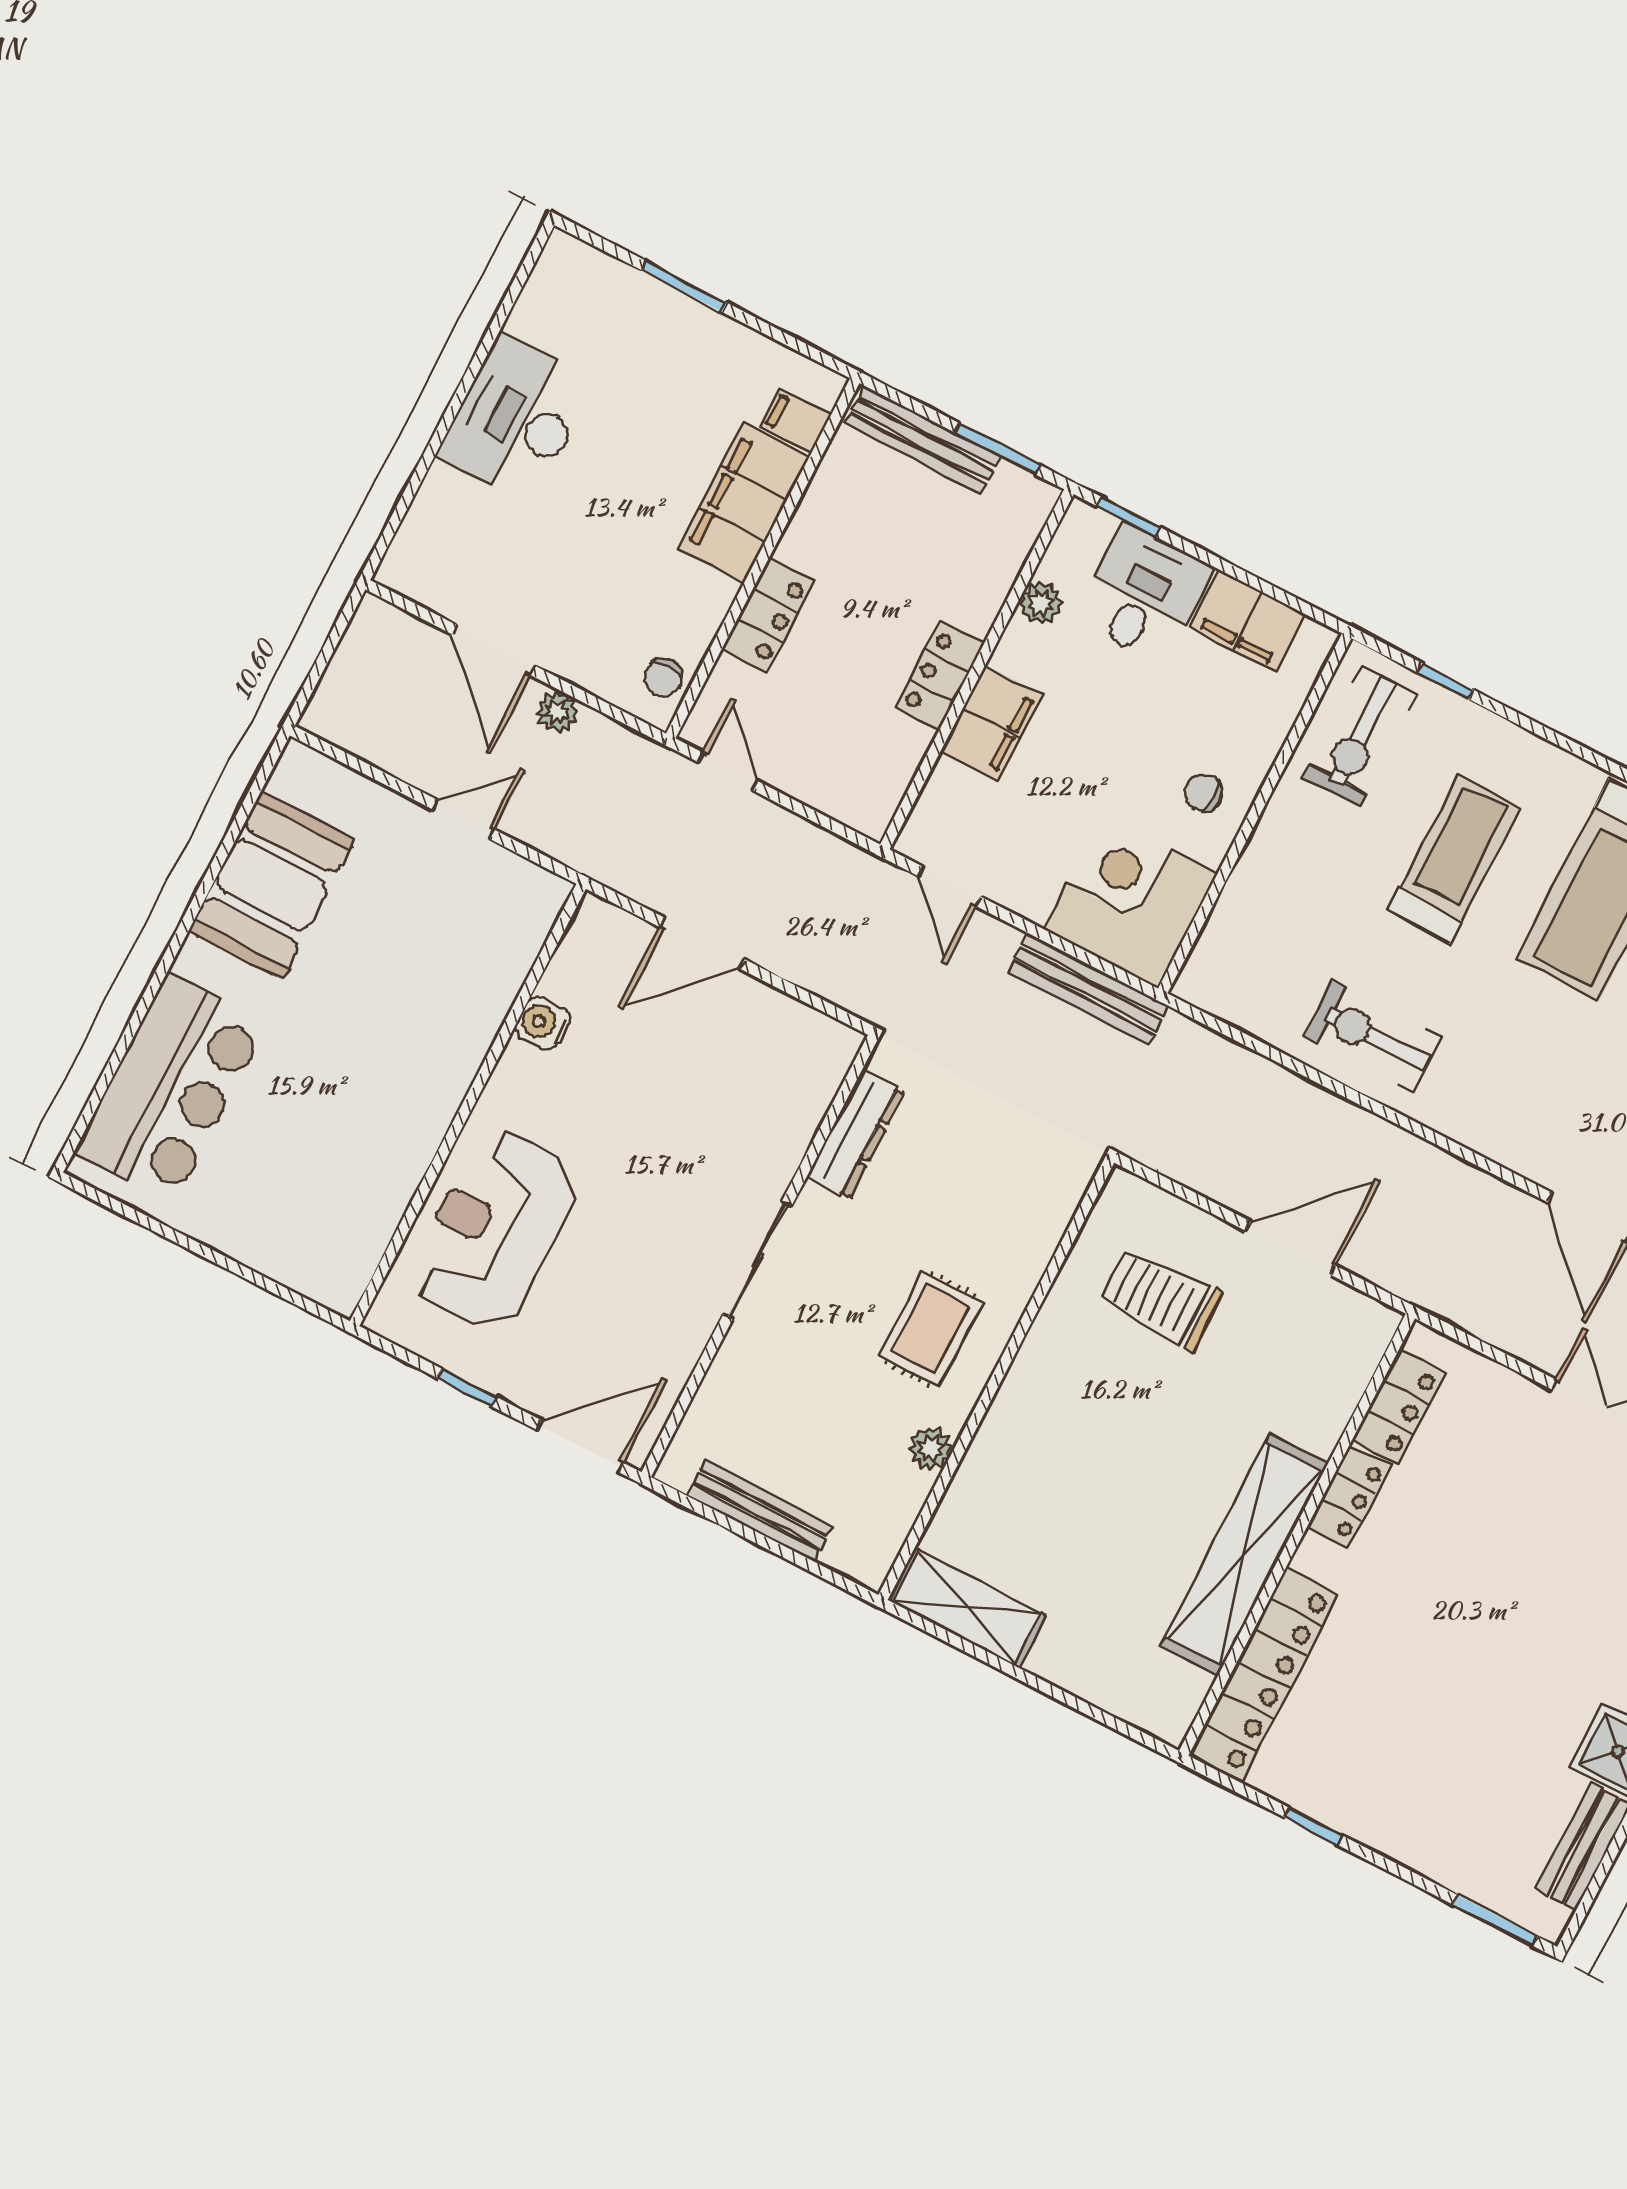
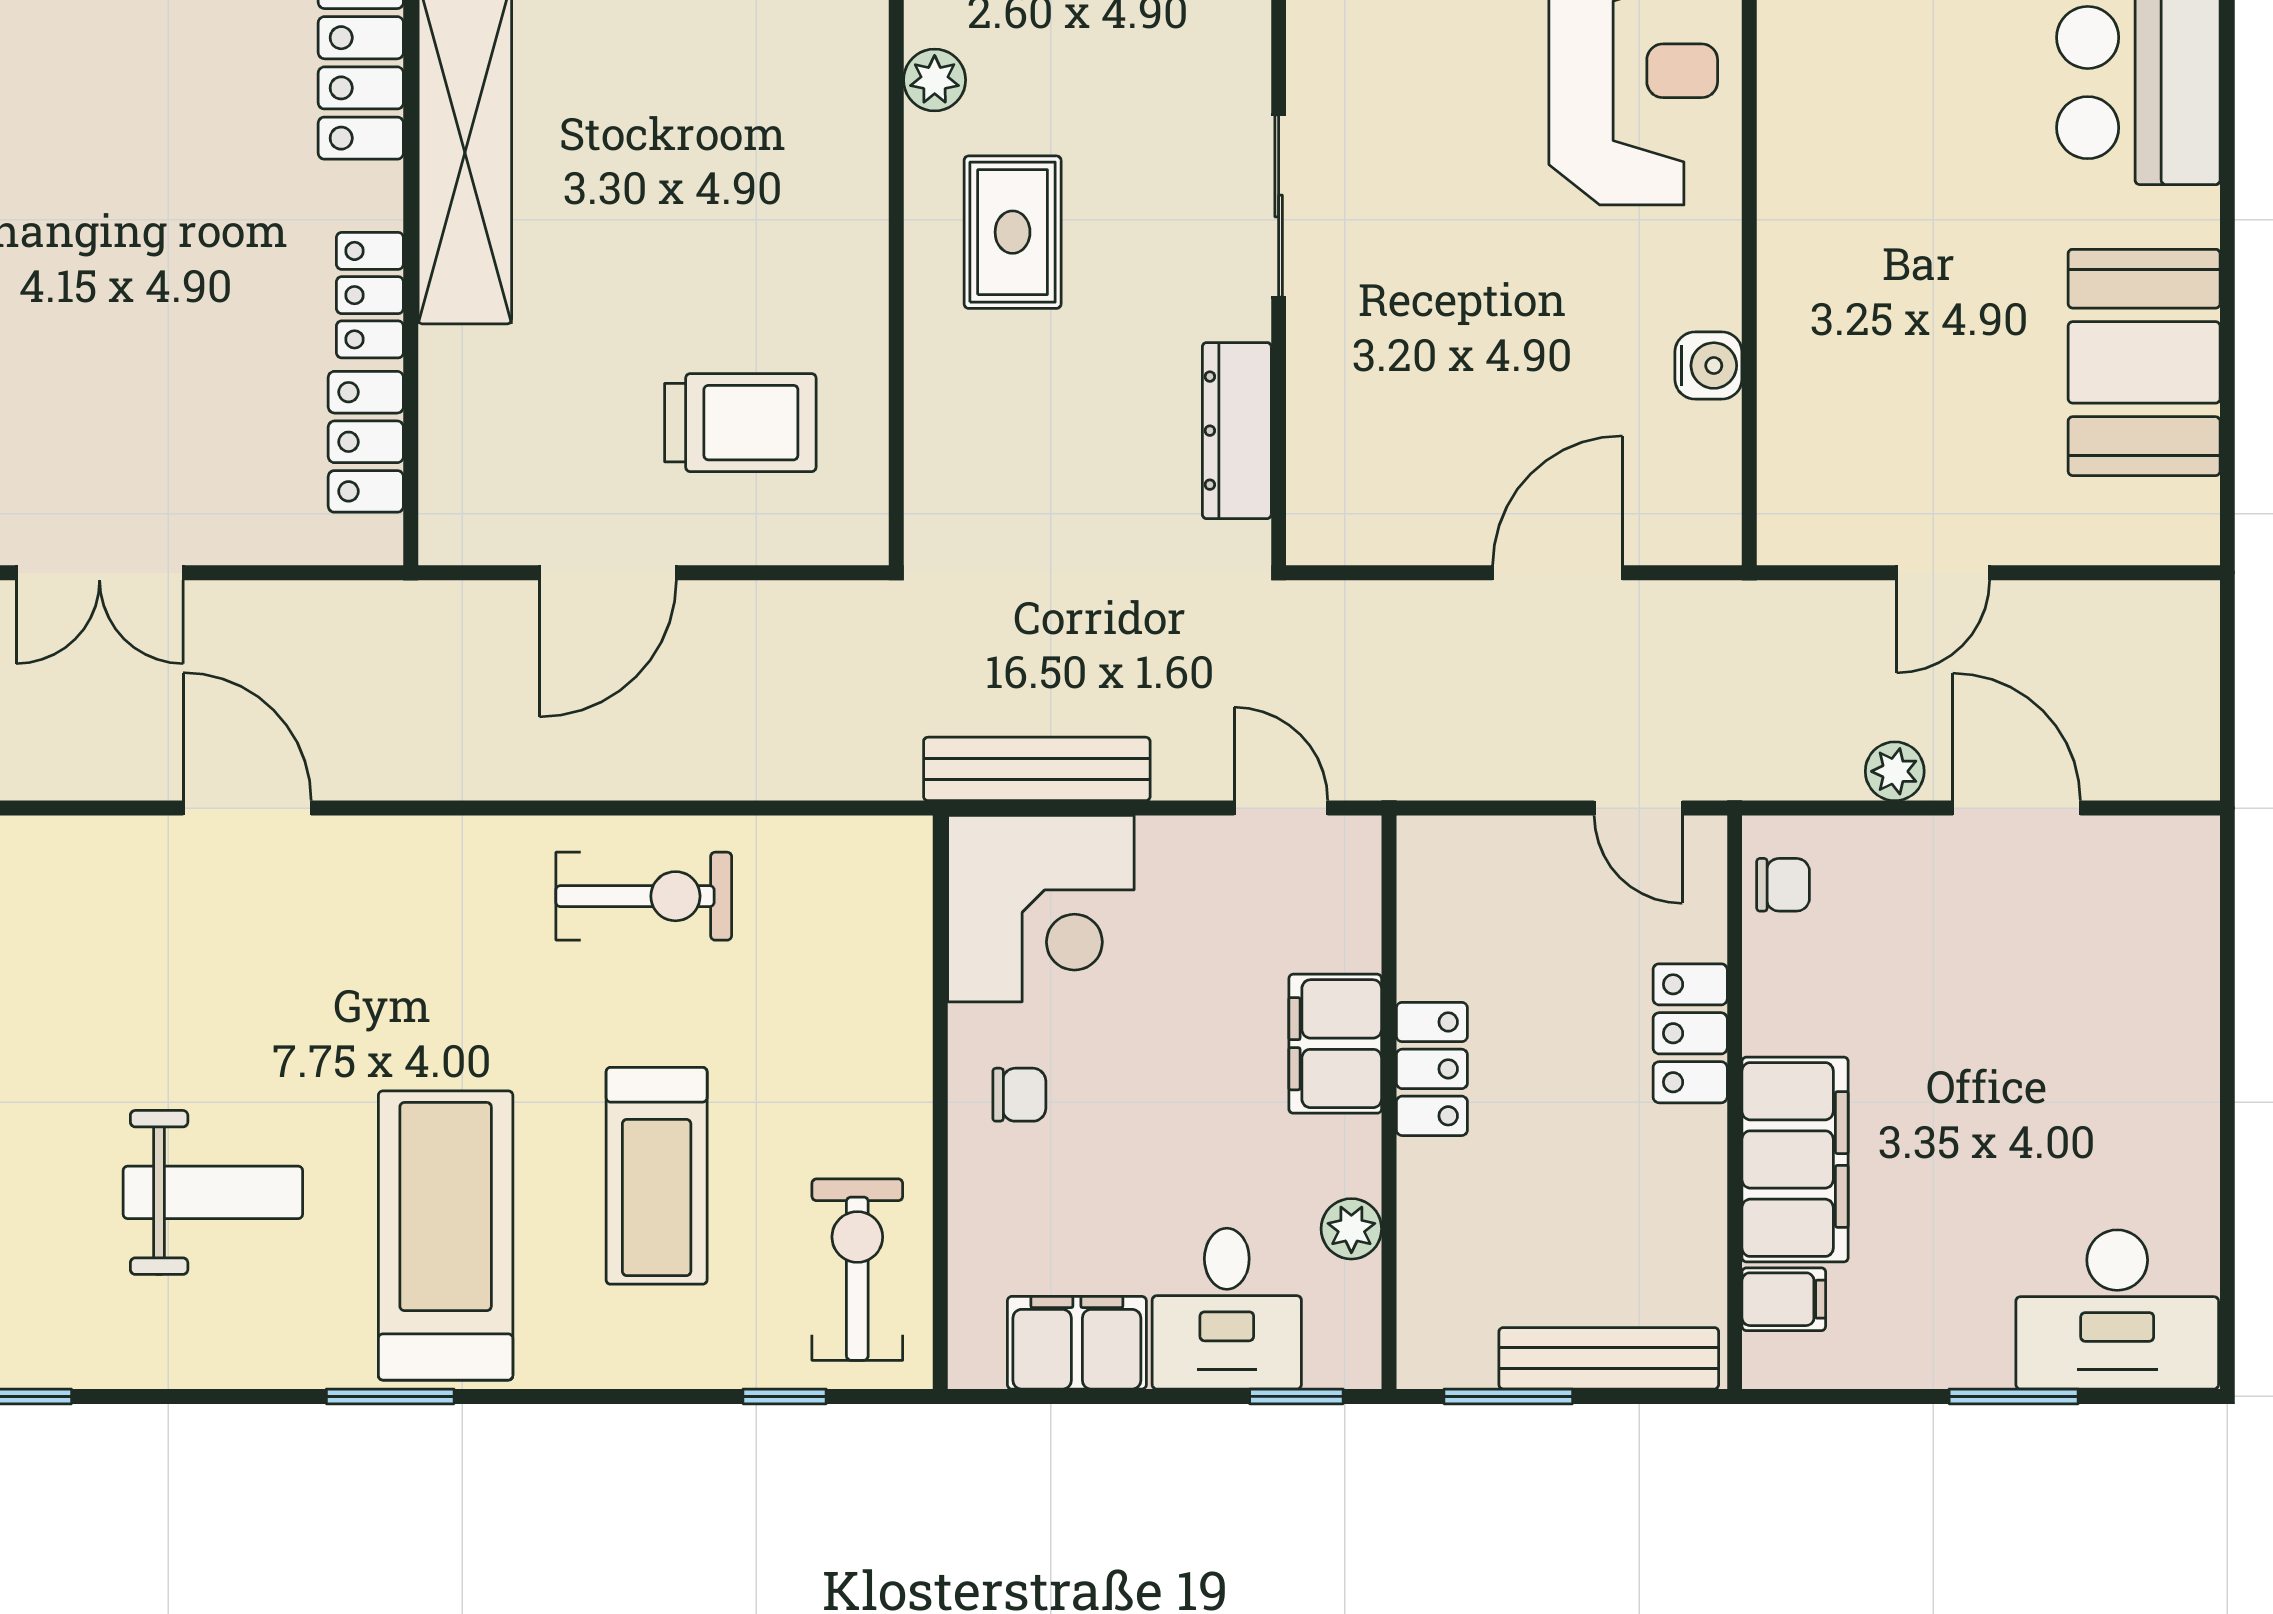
desk: (516, 419) -> (2117, 1309), moved, turned 90
chair: (663, 678) -> (1783, 885), turned 90

